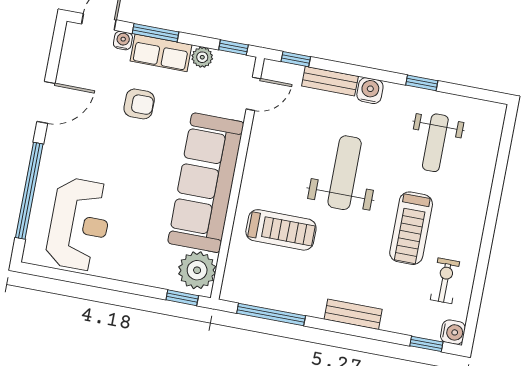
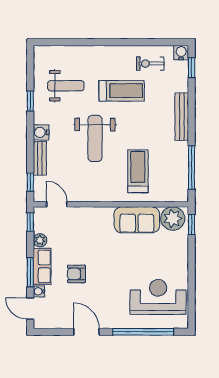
armchair: (139, 104) -> (76, 274), turned -90
weight bench: (345, 173) -> (95, 138), turned -90
sofa: (206, 183) -> (137, 220), width x0.54, depth x0.79
bench: (353, 314) -> (182, 117), width x1.36

